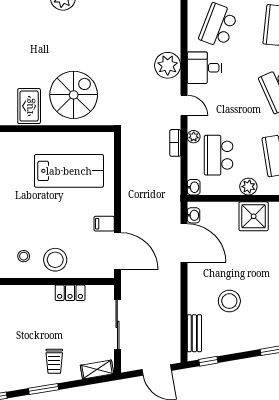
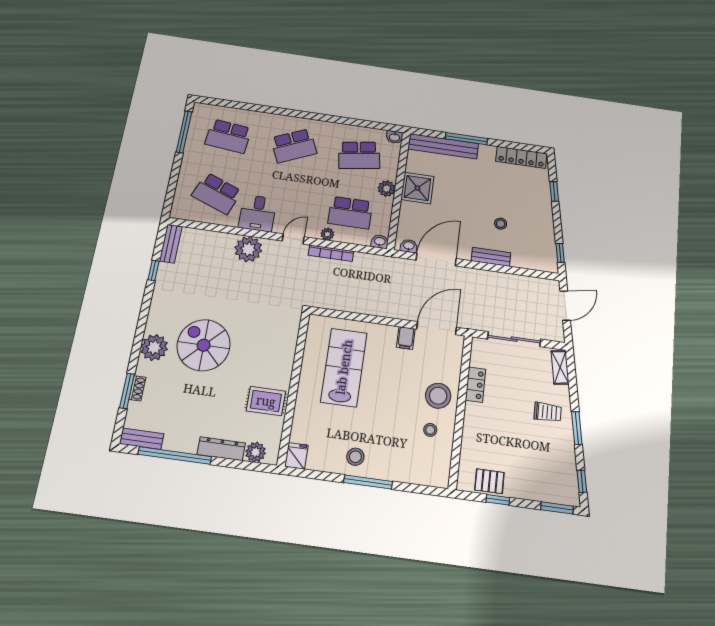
spiral stairs: (74, 95) -> (204, 345), moved
bookcase: (175, 143) -> (331, 253), width x1.56
stool: (229, 301) -> (501, 224), width x0.53, depth x0.53
bench: (194, 333) -> (491, 257), moved

